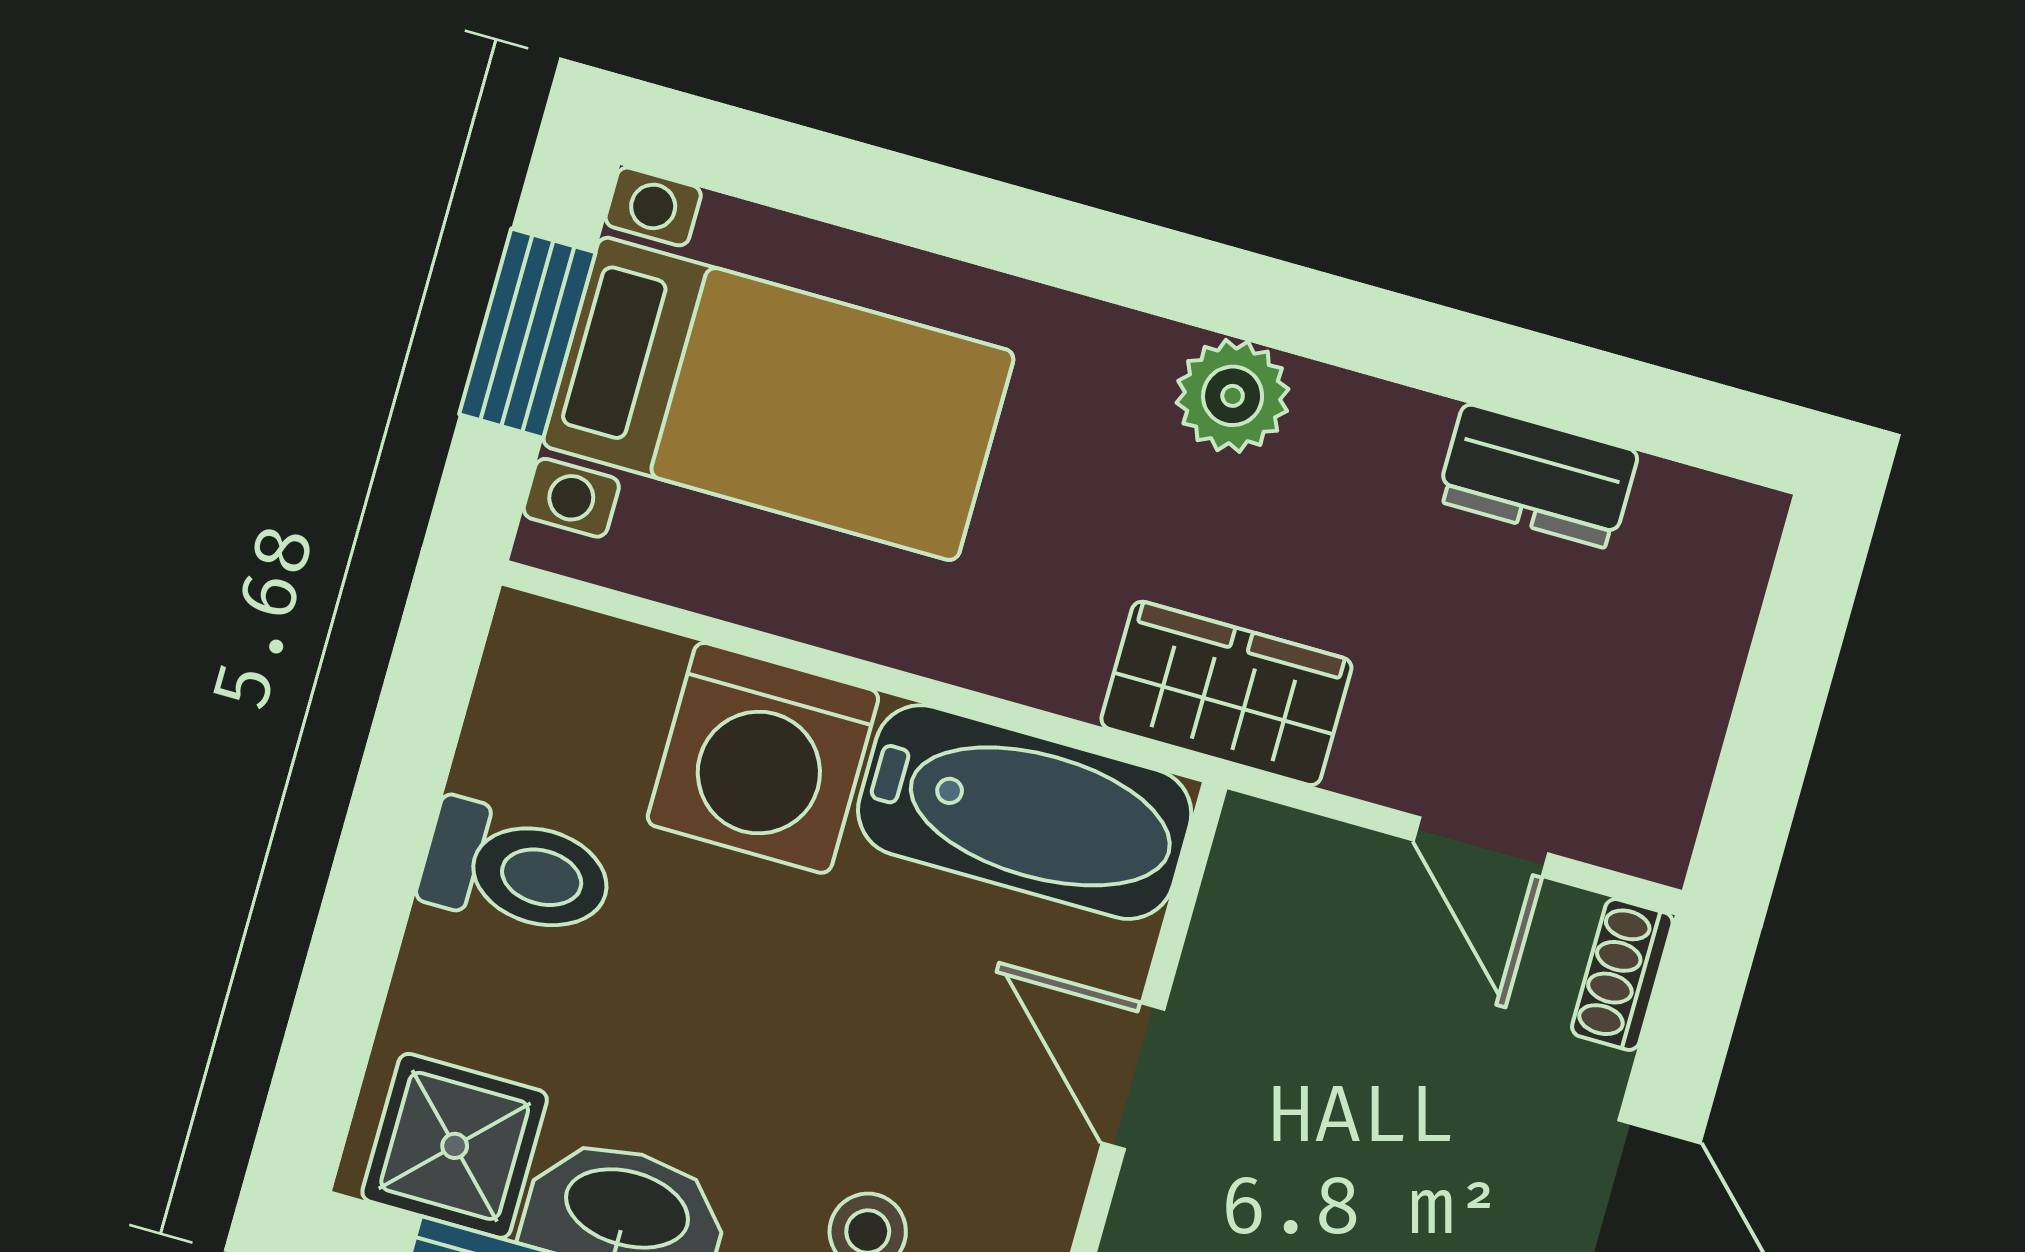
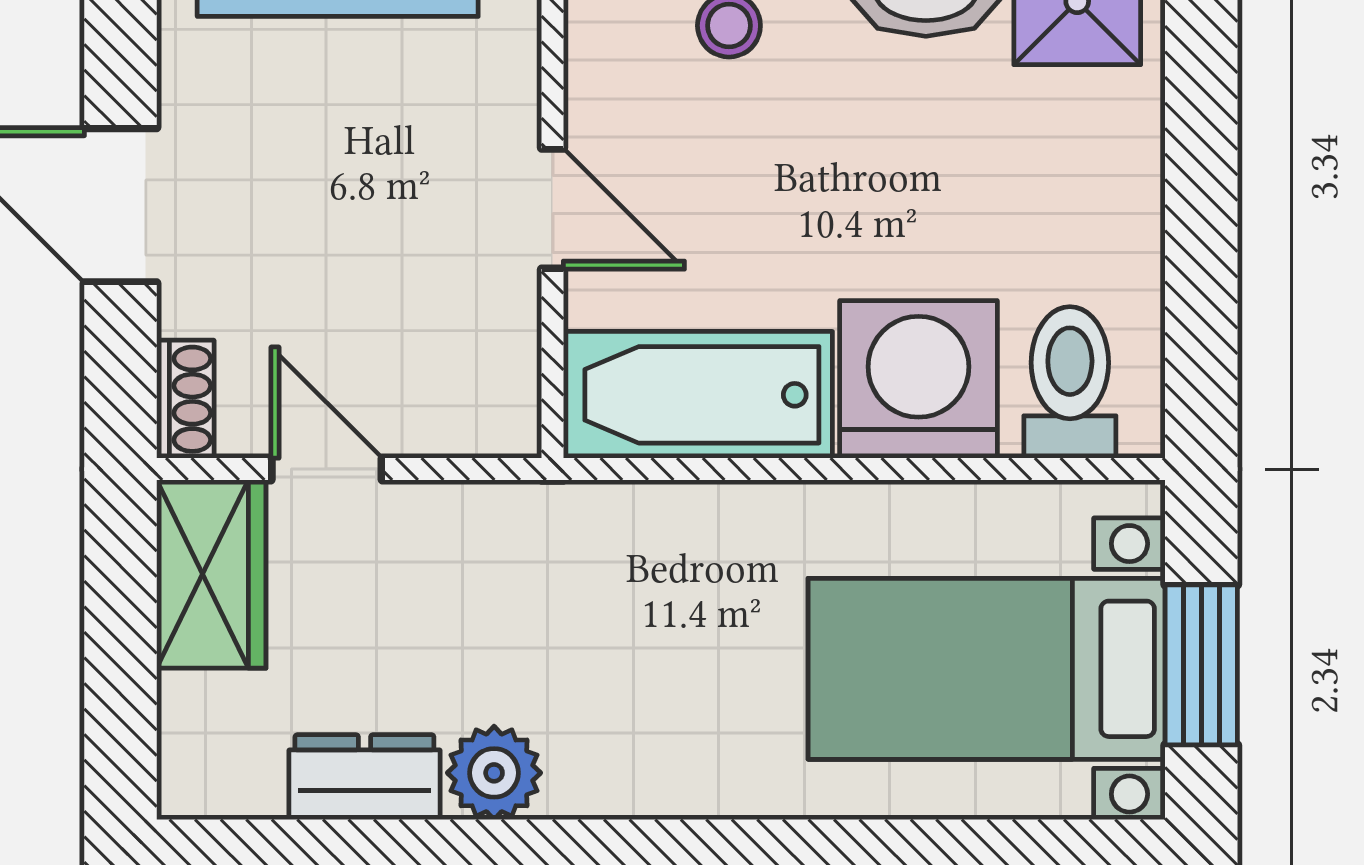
plant: (1233, 396) -> (494, 773), moved
wardrobe: (1226, 693) -> (211, 574), moved, turned -90
toilet: (517, 870) -> (1070, 382), moved, turned 90

